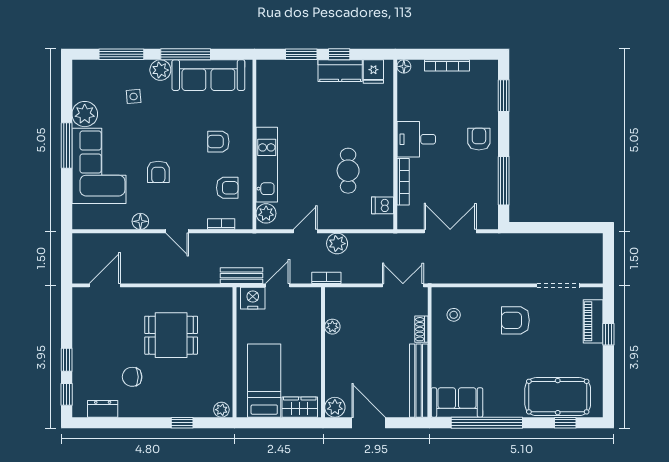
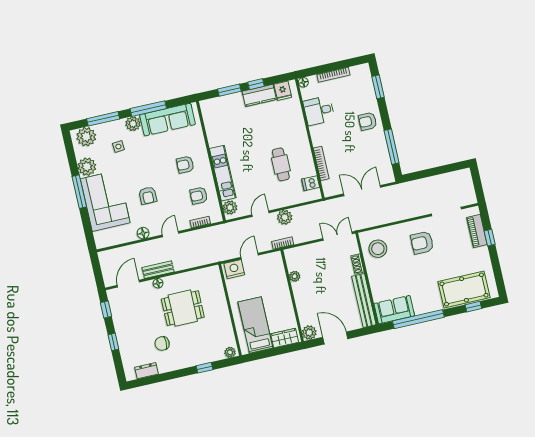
plant: (93, 73) -> (86, 137), added
desk: (416, 139) -> (319, 111), moved
armchair: (479, 139) -> (368, 121), turned -90
armchair: (227, 188) -> (199, 196), turned 180
door: (177, 231) -> (171, 234), swing flipped
bench: (242, 276) -> (158, 270), moved
floor lamp: (145, 294) -> (158, 283), added
stool: (454, 315) -> (378, 249), width x1.89, depth x1.89
window: (67, 394) -> (106, 309), moved

